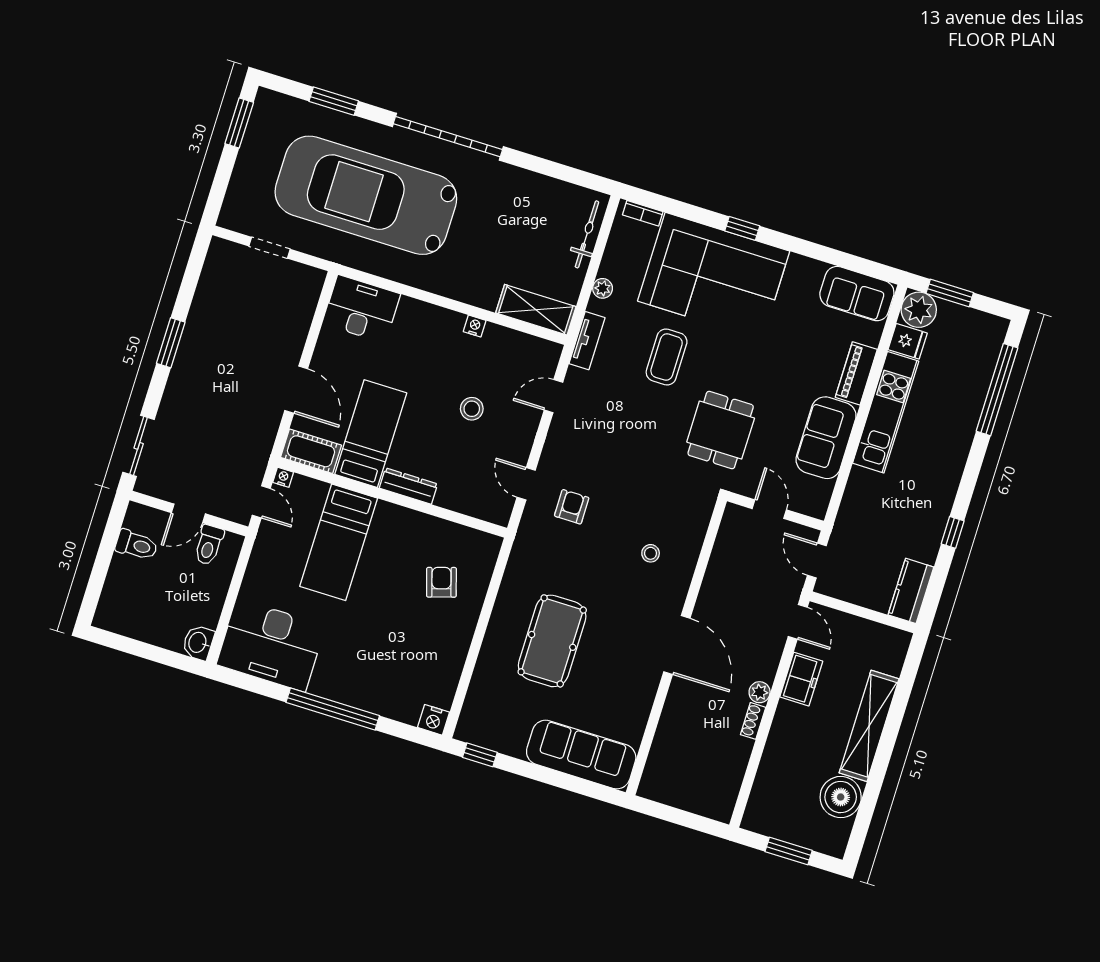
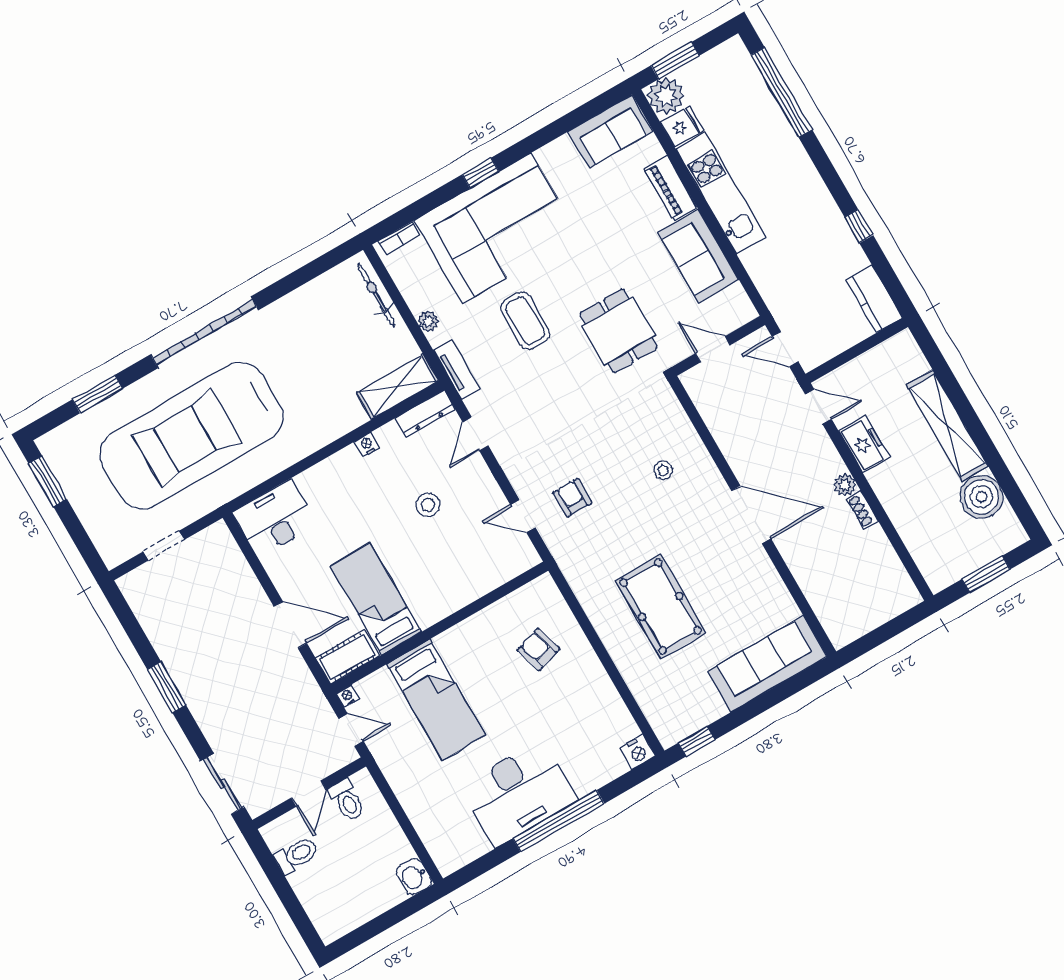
dresser: (409, 486) -> (425, 414), moved, turned 180
desk: (271, 645) -> (518, 793), moved

